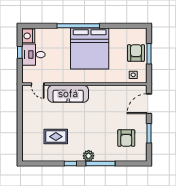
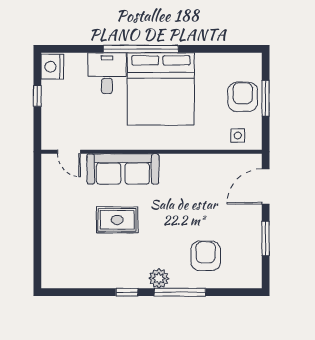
desk: (33, 55) -> (107, 73), moved, turned 90
rug: (56, 137) -> (117, 220), moved
armchair: (126, 138) -> (206, 256), moved, turned 180

